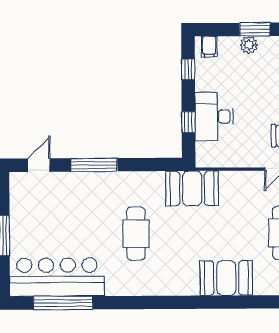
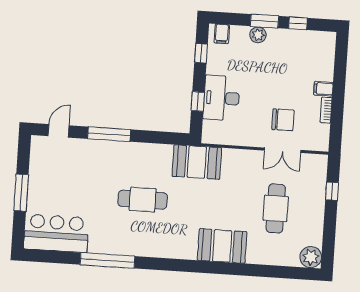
cafe table: (136, 234) -> (143, 200), turned 90
bar counter: (57, 277) -> (56, 233), width x0.73
window: (63, 303) -> (107, 260), moved

